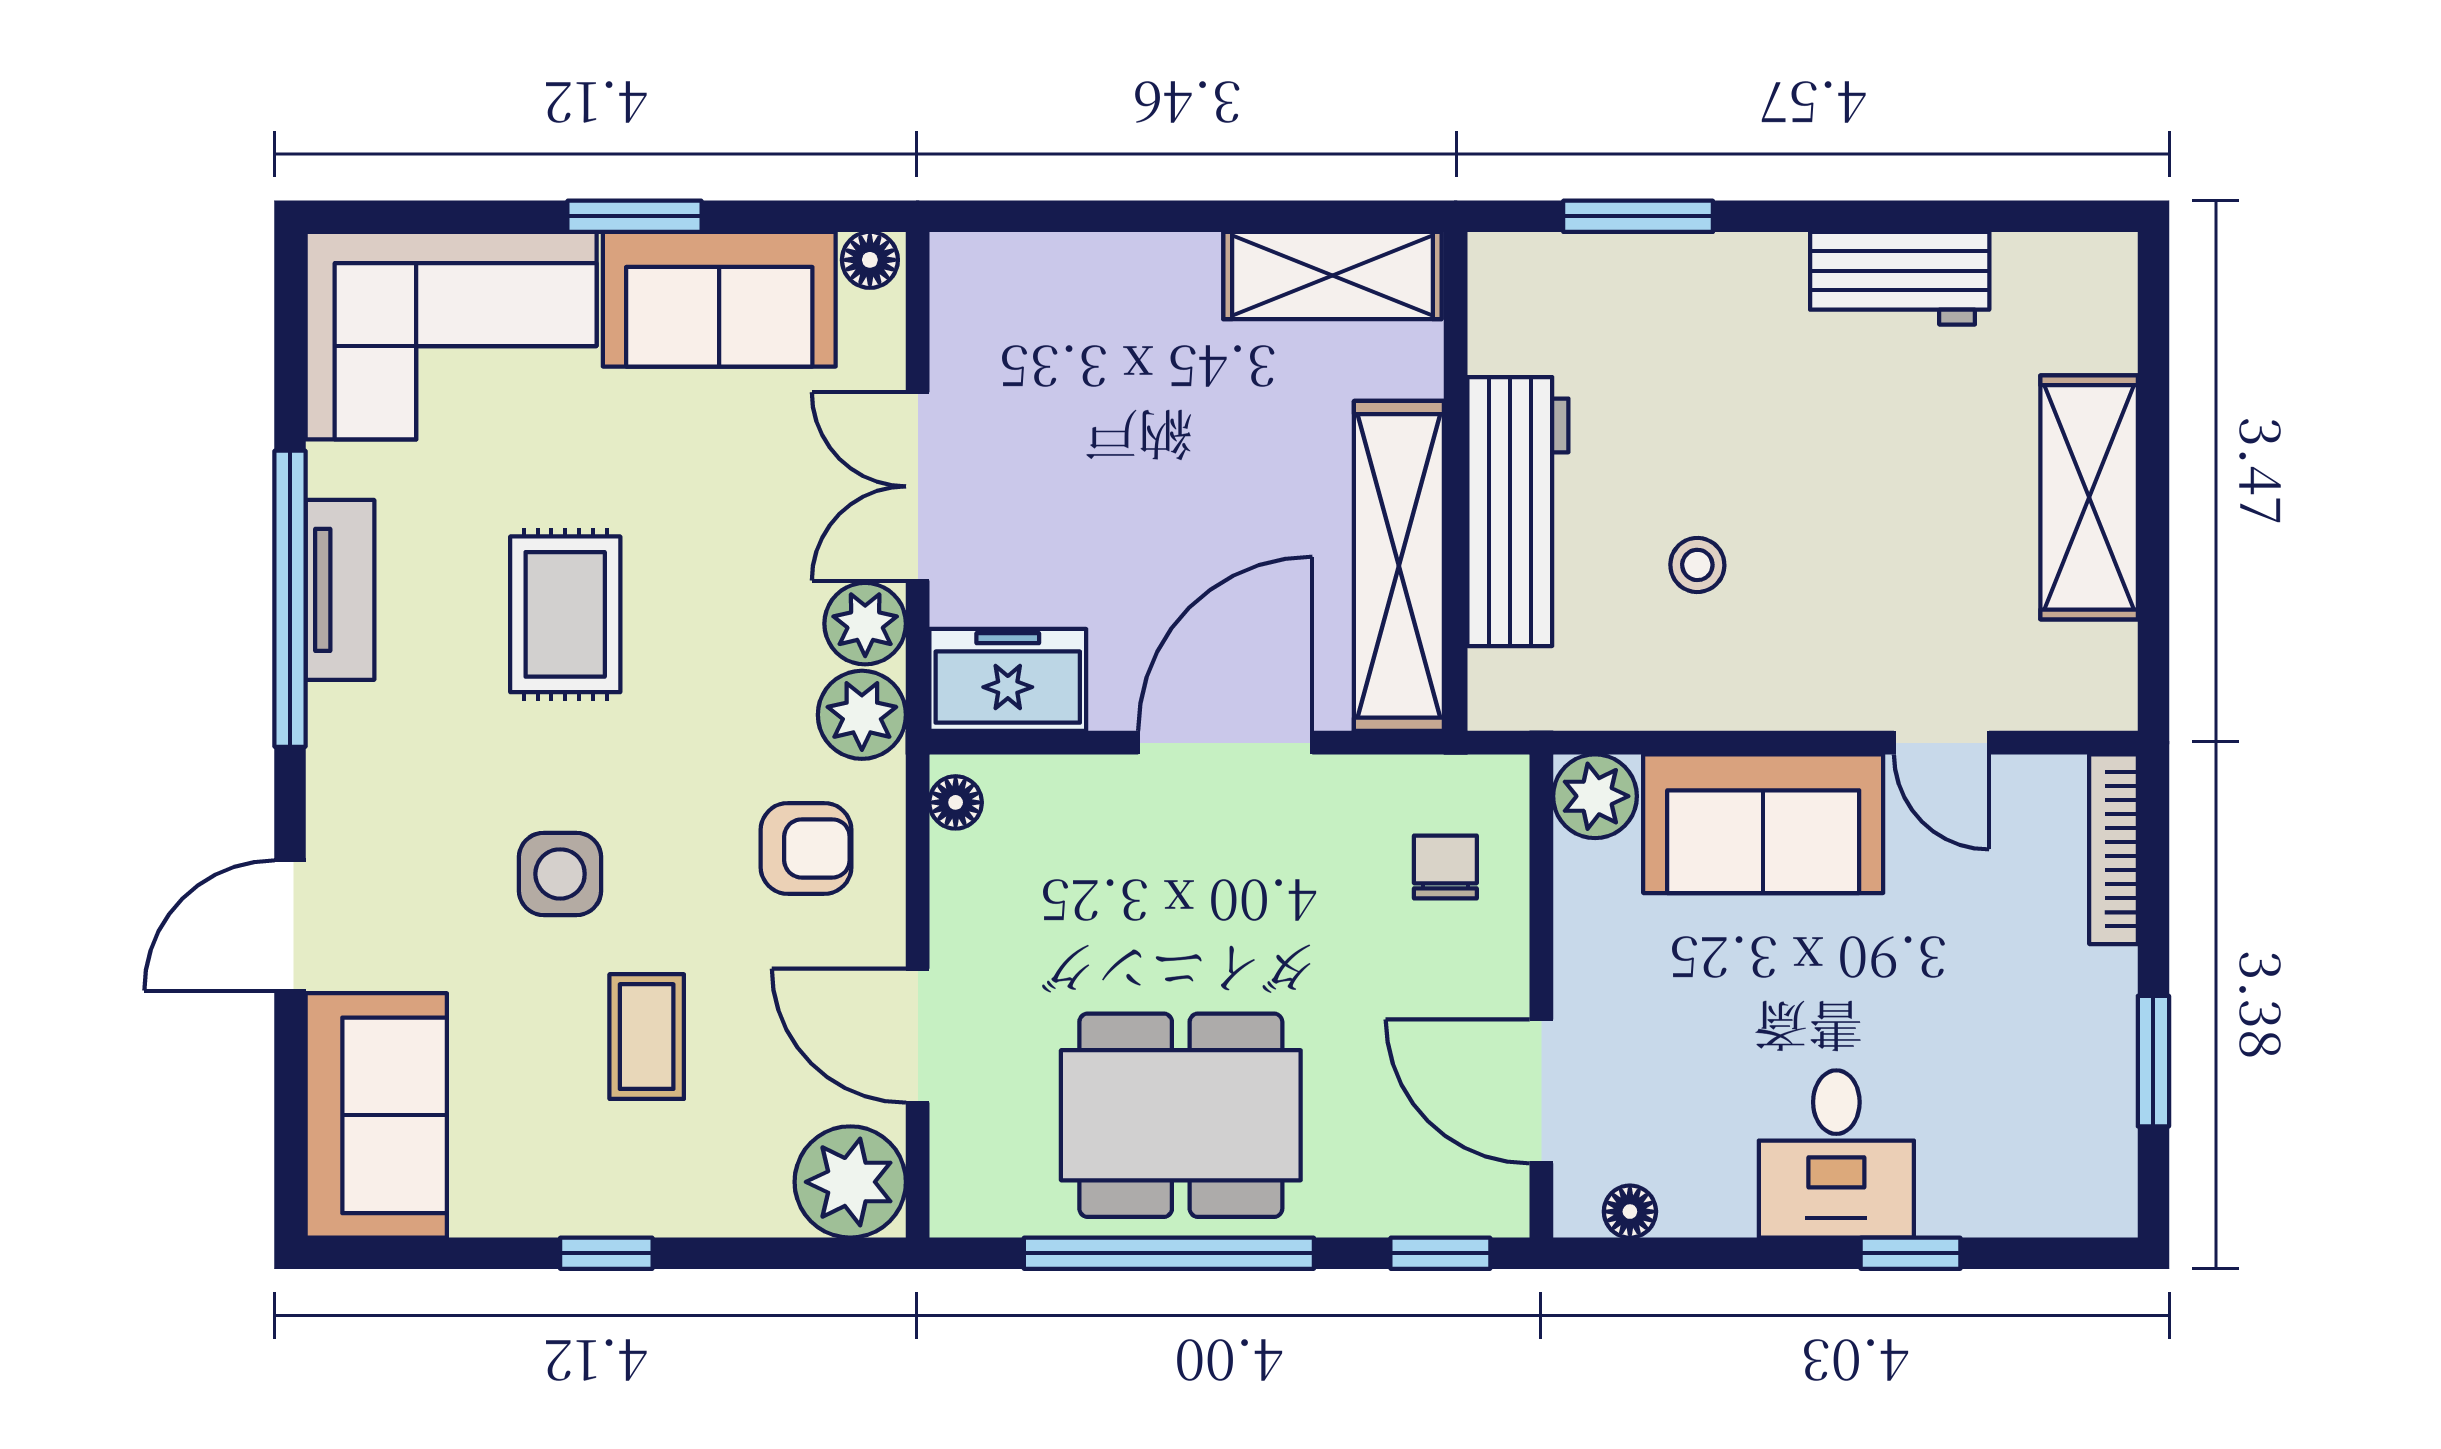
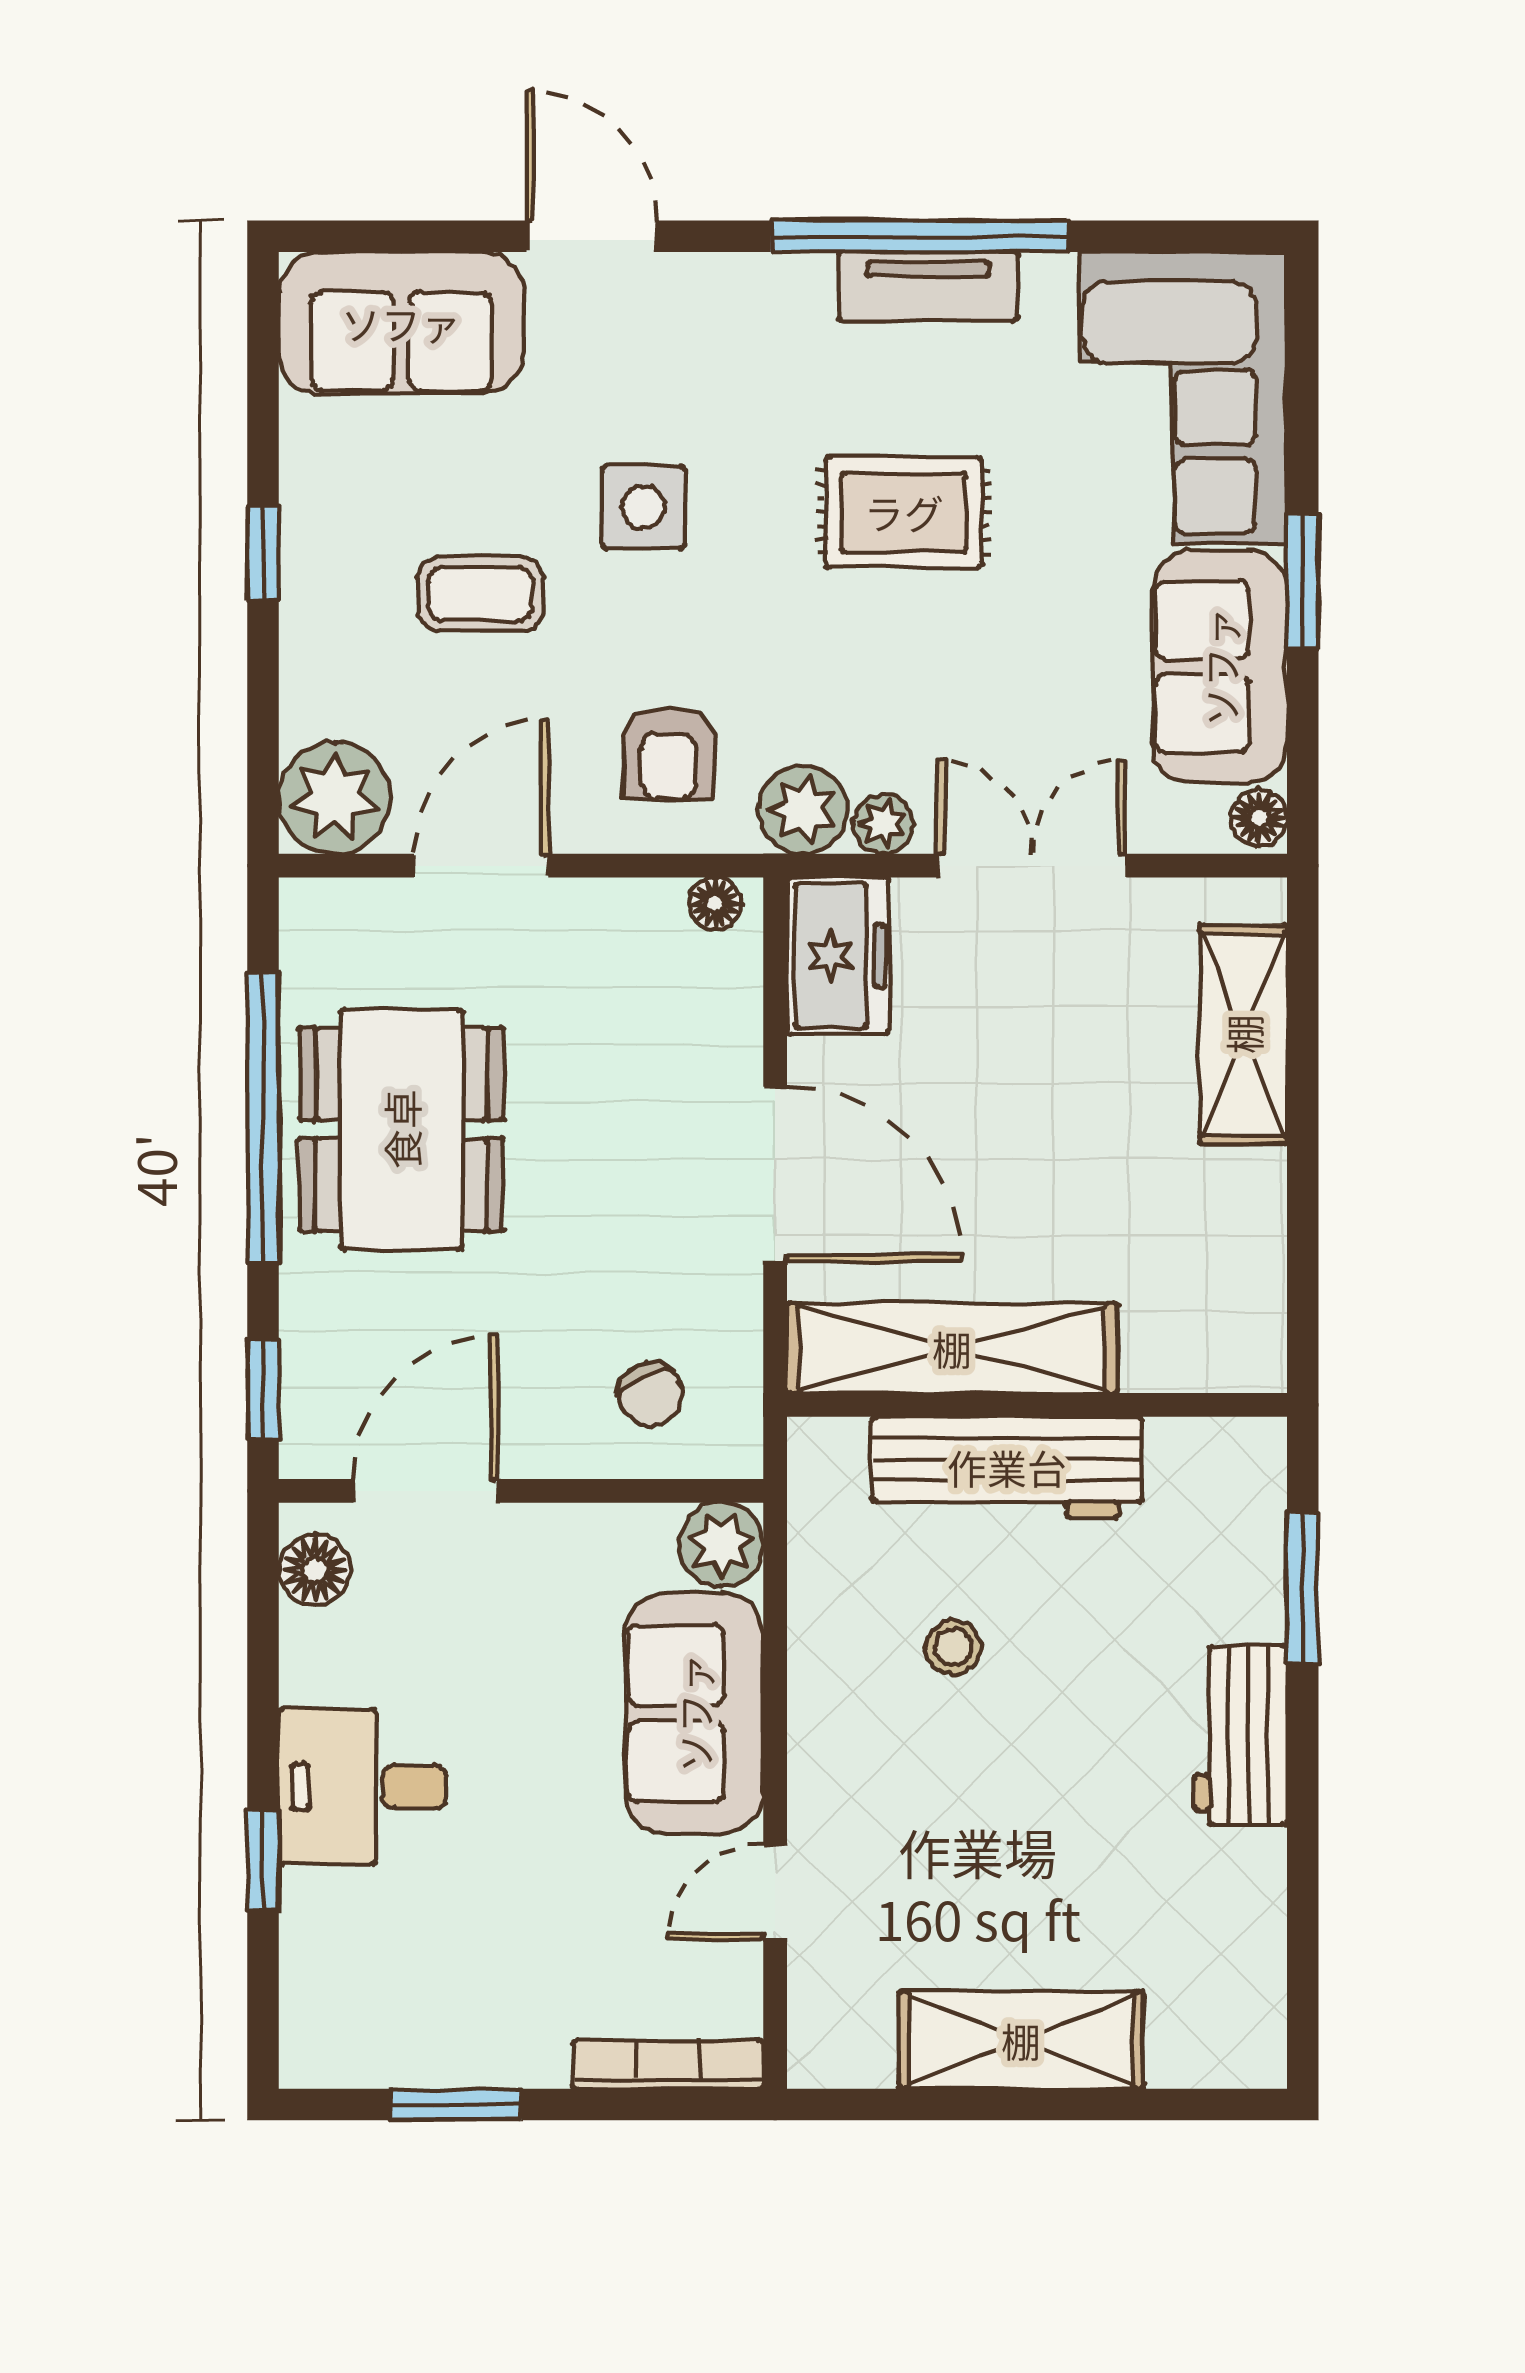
shelving: (1332, 276) -> (1243, 1034), moved
workbench: (1900, 278) -> (1241, 1735), moved
plant: (865, 624) -> (883, 824), width x0.73, depth x0.73
chair: (1445, 867) -> (650, 1395), turned 67
floor lamp: (1630, 1212) -> (315, 1570), width x1.37, depth x1.37

